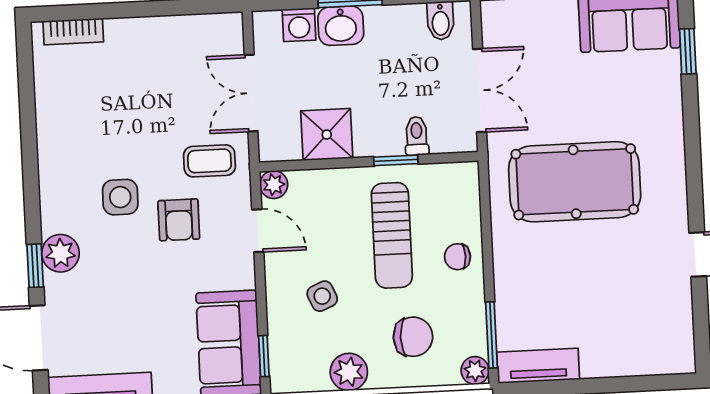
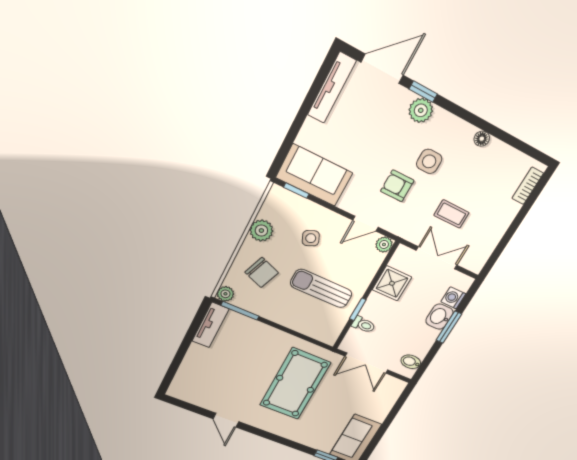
floor lamp: (48, 144) -> (482, 139), added
coffee table: (209, 161) -> (451, 214), moved, turned 90
chair: (457, 257) -> (291, 314), removed
chair: (413, 337) -> (262, 272), turned -69

